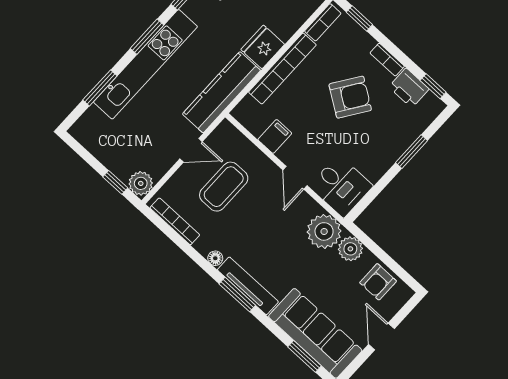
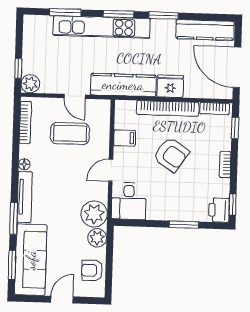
printer: (409, 88) -> (219, 210), moved
armchair: (350, 97) -> (171, 155), moved
window: (237, 295) -> (14, 219), moved

